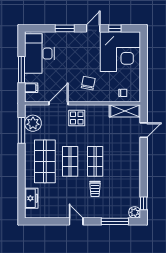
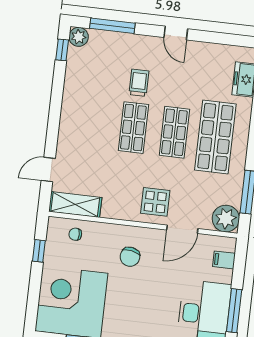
window: (21, 70) -> (234, 311), moved
window: (144, 80) -> (39, 251), added
plant: (33, 123) -> (226, 219), moved

